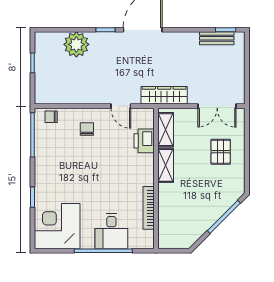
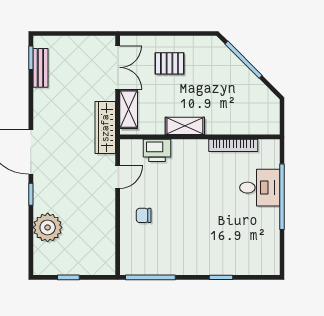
chair: (51, 117) -> (130, 256), removed
shelving: (166, 130) -> (129, 109), moved, turned 90
corner desk: (57, 226) -> (254, 249), removed

